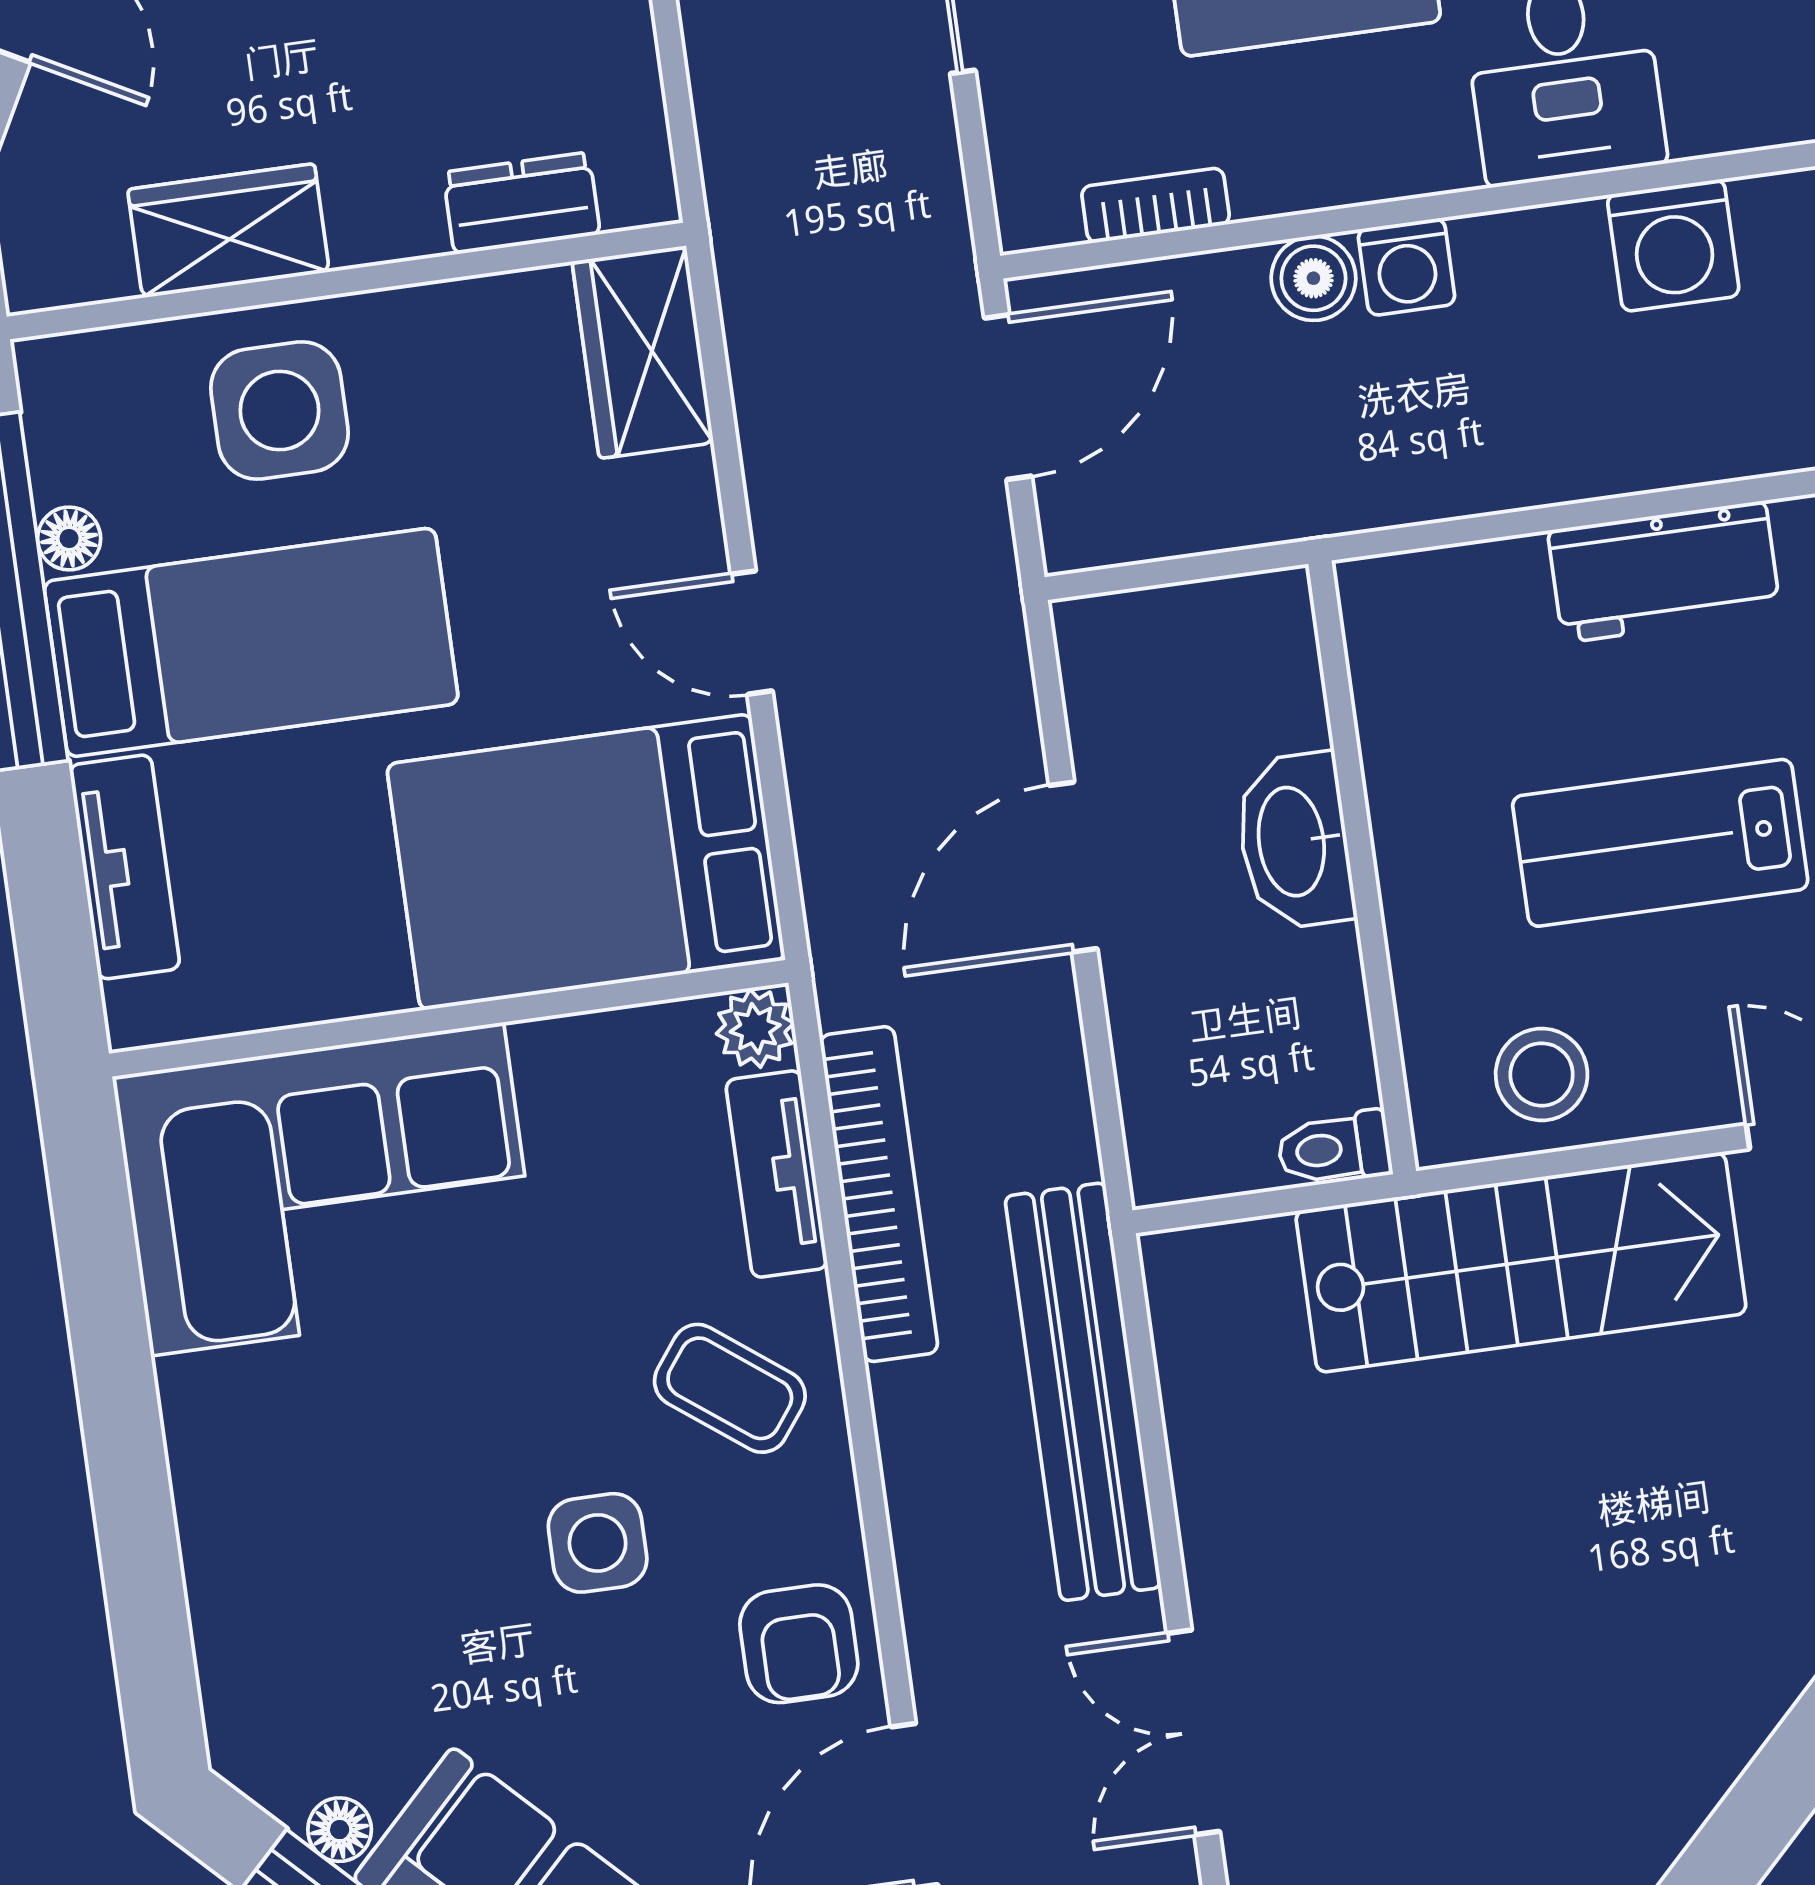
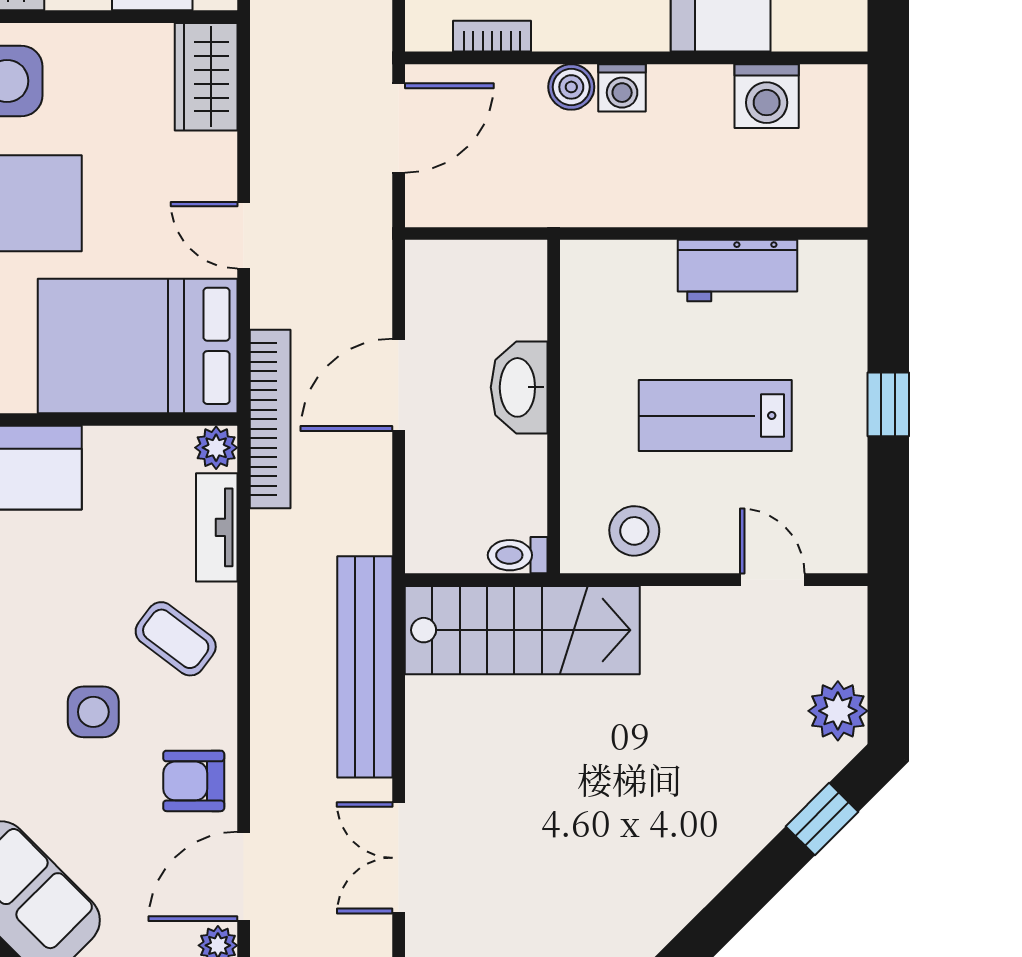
bookcase: (879, 1194) -> (270, 419), moved
stairs: (1521, 1262) -> (522, 630), moved
armchair: (799, 1644) -> (194, 781), turned 90

